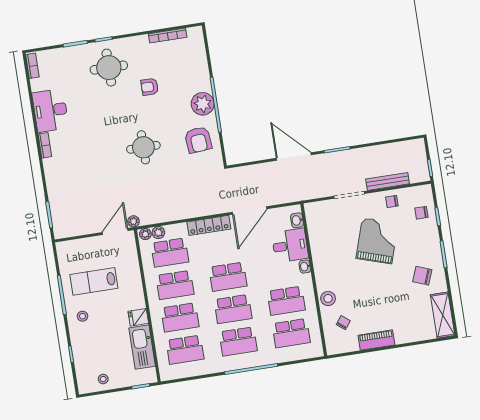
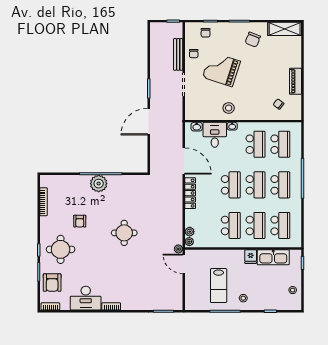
armchair: (198, 140) -> (52, 283), moved, turned 95
school desk: (170, 253) -> (206, 225), removed
stool: (328, 298) -> (229, 108), moved

